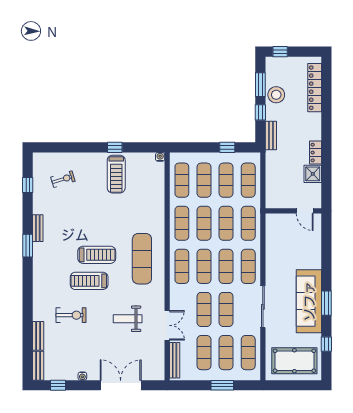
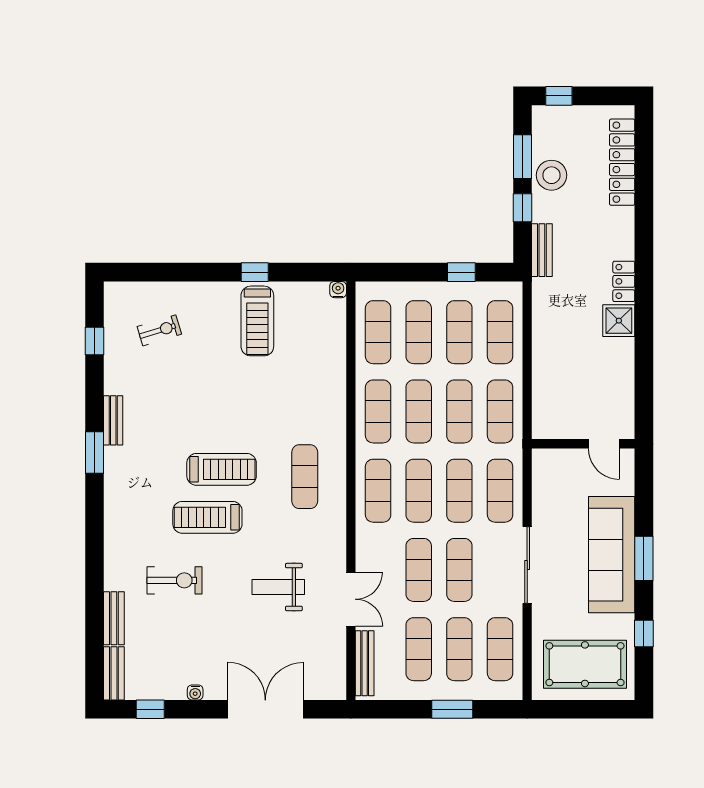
wall: (293, 211) -> (583, 444), moved
door: (305, 211) -> (604, 444), moved
exercise mat: (142, 259) -> (305, 477), width x0.73, depth x0.69

